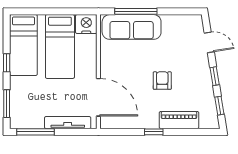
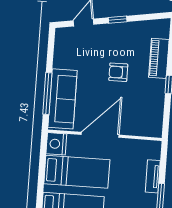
door: (98, 97) -> (100, 135), moved
window: (219, 106) -> (147, 17), removed
tv unit: (68, 123) -> (153, 176), width x0.71

